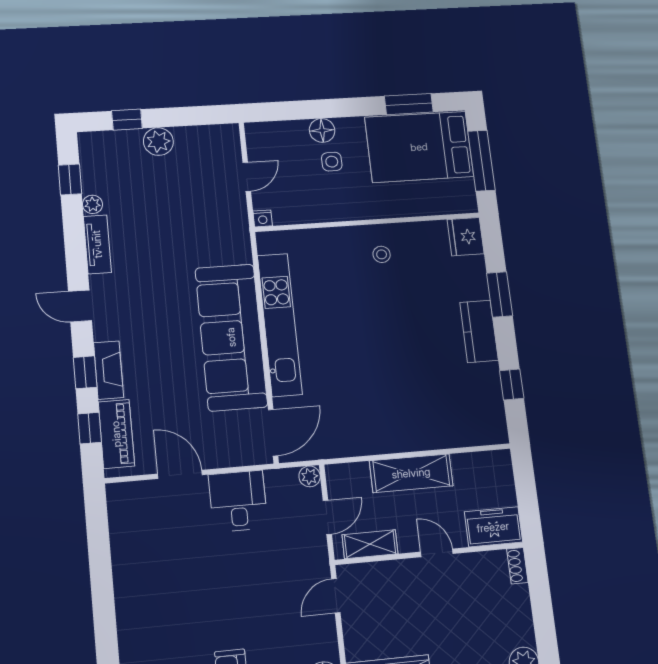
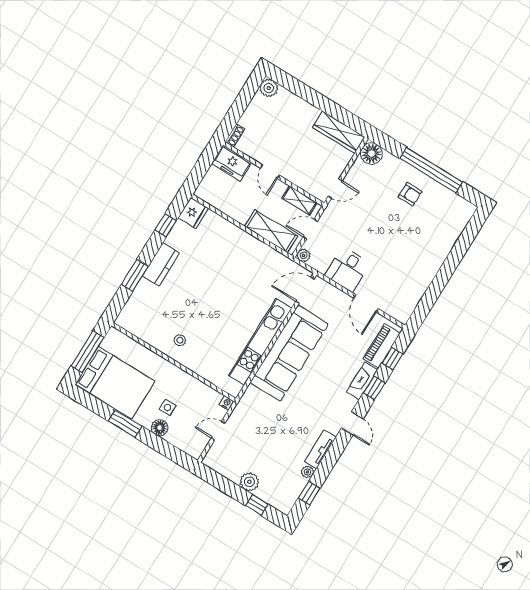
window: (409, 104) -> (125, 424), moved
fridge: (466, 237) -> (193, 213), moved
shelving: (411, 473) -> (271, 231), moved

